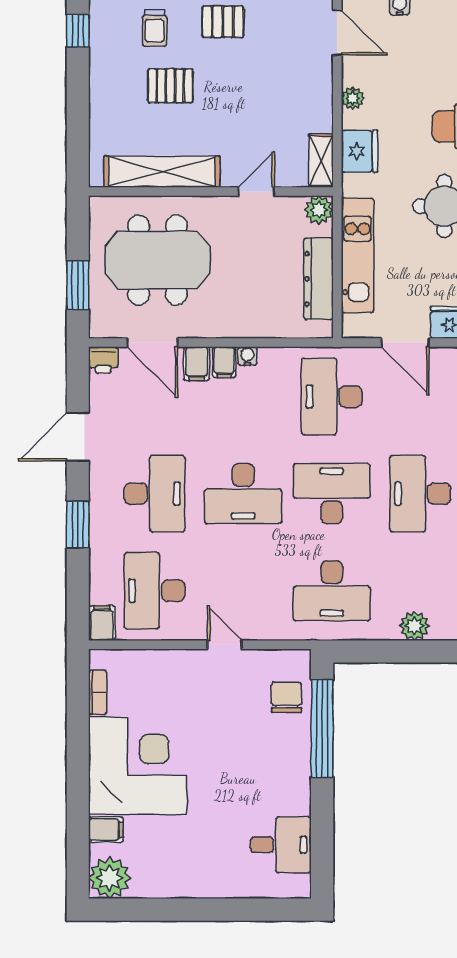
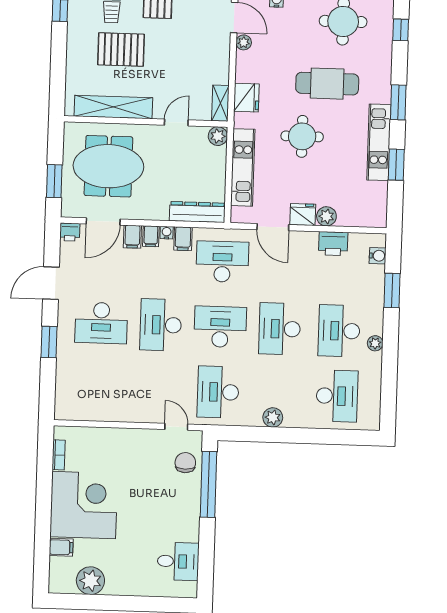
pallet: (170, 86) -> (121, 49), width x1.50, depth x1.42
plant: (353, 98) -> (244, 42), moved
dresser: (318, 279) -> (197, 212), moved, turned 90
door: (152, 343) -> (103, 221), hinge flipped
desk: (332, 397) -> (222, 262), turned 90
desk: (155, 494) -> (101, 323), turned 90
desk: (243, 494) -> (161, 325), turned 90
desk: (155, 591) -> (99, 388), removed
desk: (332, 591) -> (218, 392), turned 90
filing cabinet: (102, 623) -> (183, 239), moved, turned 180
door: (225, 645) -> (176, 427), moved
plant: (110, 878) -> (90, 581), moved

